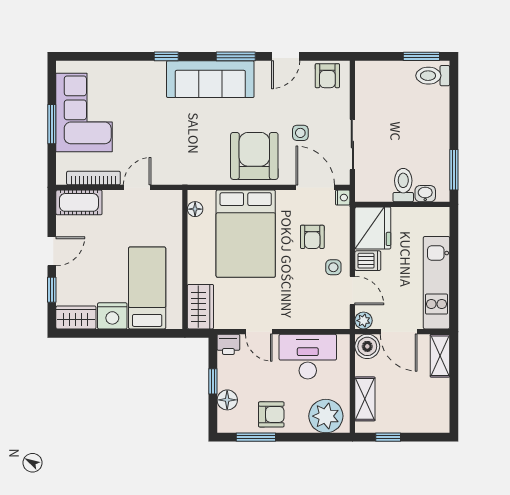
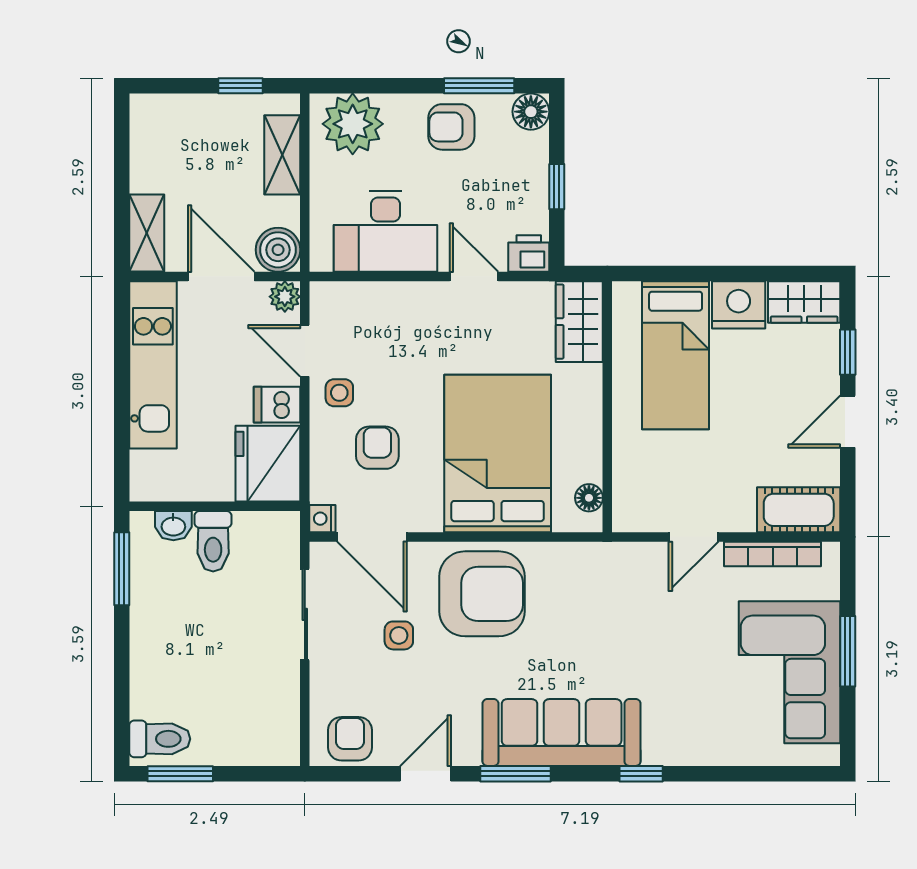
armchair: (254, 156) -> (482, 594), turned -90
floor lamp: (227, 400) -> (531, 112), moved

